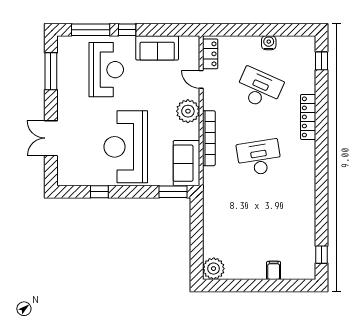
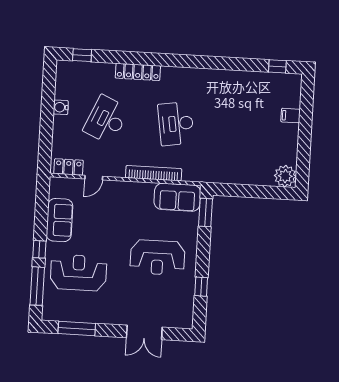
plant: (188, 111) -> (125, 193), removed
reception desk: (126, 147) -> (157, 257), width x0.74, depth x0.77

